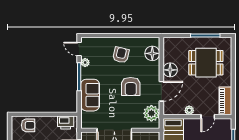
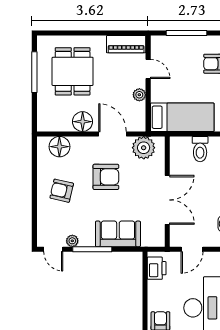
door: (79, 49) -> (53, 249), hinge flipped

